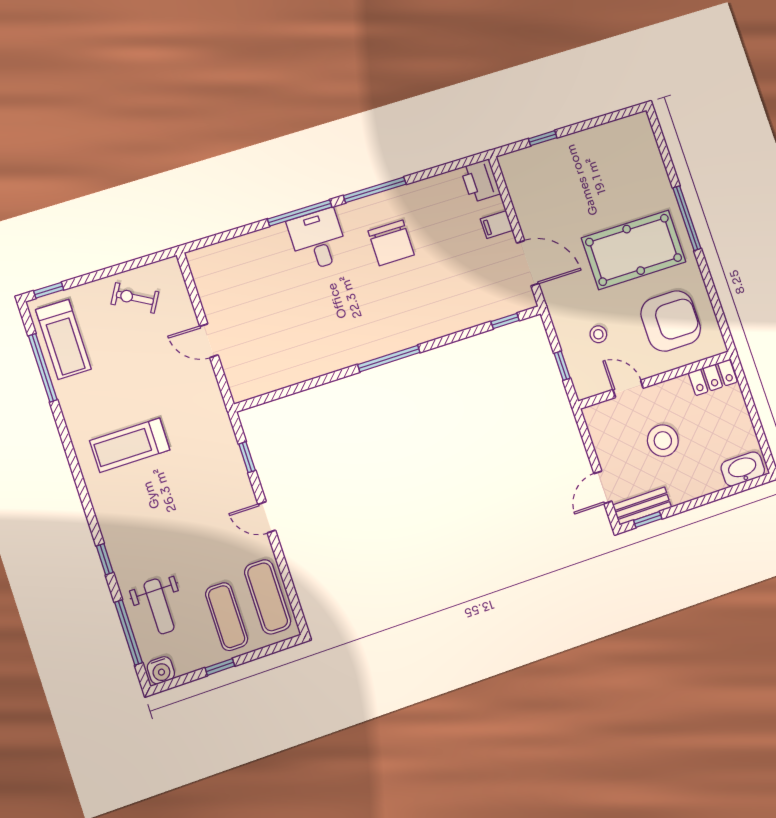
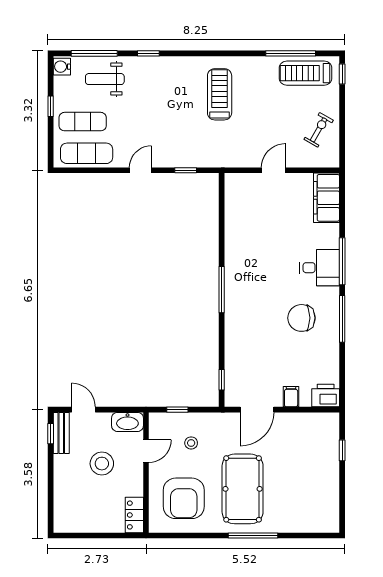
filing cabinet: (223, 259) -> (327, 198), added
washbasin: (743, 469) -> (127, 422), moved, turned 90

